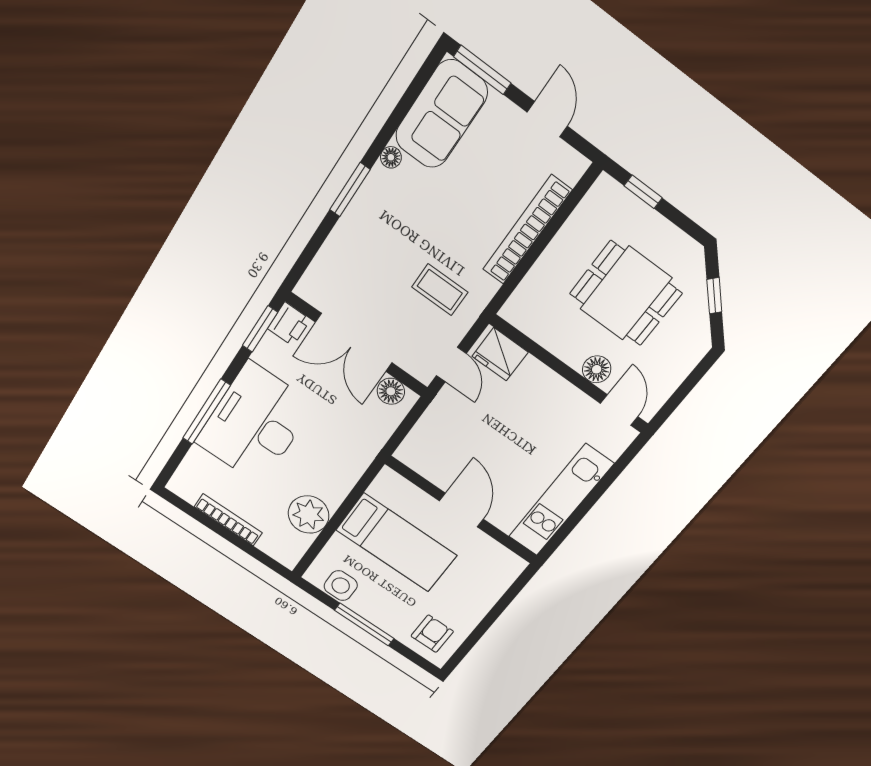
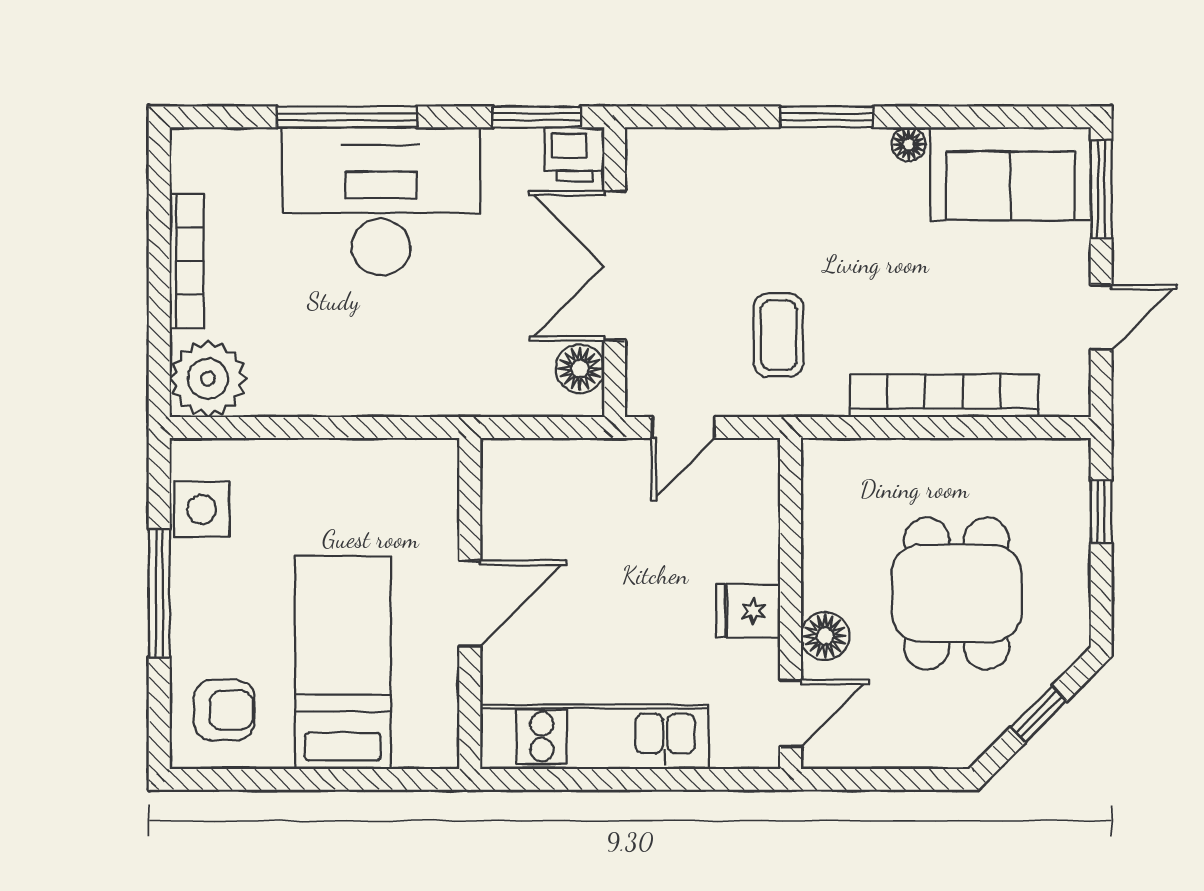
fridge: (500, 354) -> (748, 611), moved, width x0.72
plant: (309, 515) -> (208, 379), moved
bed: (396, 543) -> (343, 663), moved, turned 180

